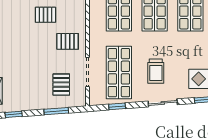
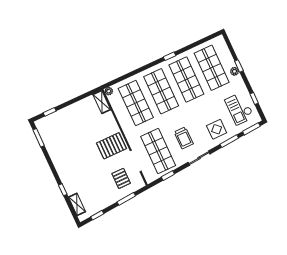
pallet: (46, 15) -> (87, 134), removed
pallet: (68, 41) -> (111, 146), width x1.50, depth x1.42

